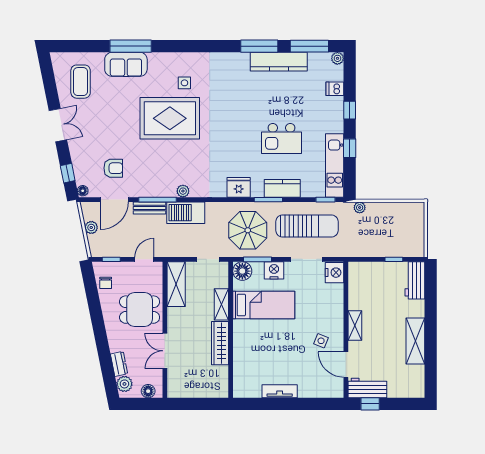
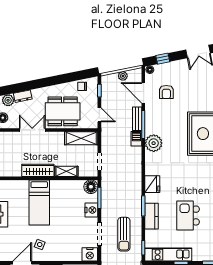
plant: (183, 191) -> (154, 143), width x1.88, depth x1.88
barbecue: (186, 213) -> (136, 139), width x0.53, depth x0.65
sun lounger: (307, 226) -> (124, 234), width x0.73, depth x0.75
parasol: (248, 230) -> (121, 191), removed
bed: (264, 305) -> (39, 203), moved
dining table: (140, 310) -> (63, 111), width x1.38

